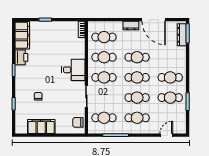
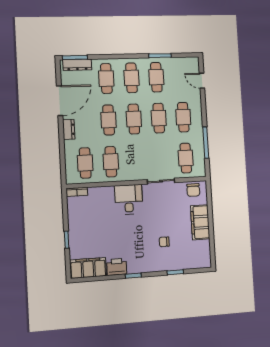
cafe table: (104, 77) -> (106, 79), moved
filing cabinet: (41, 126) -> (200, 222), moved

